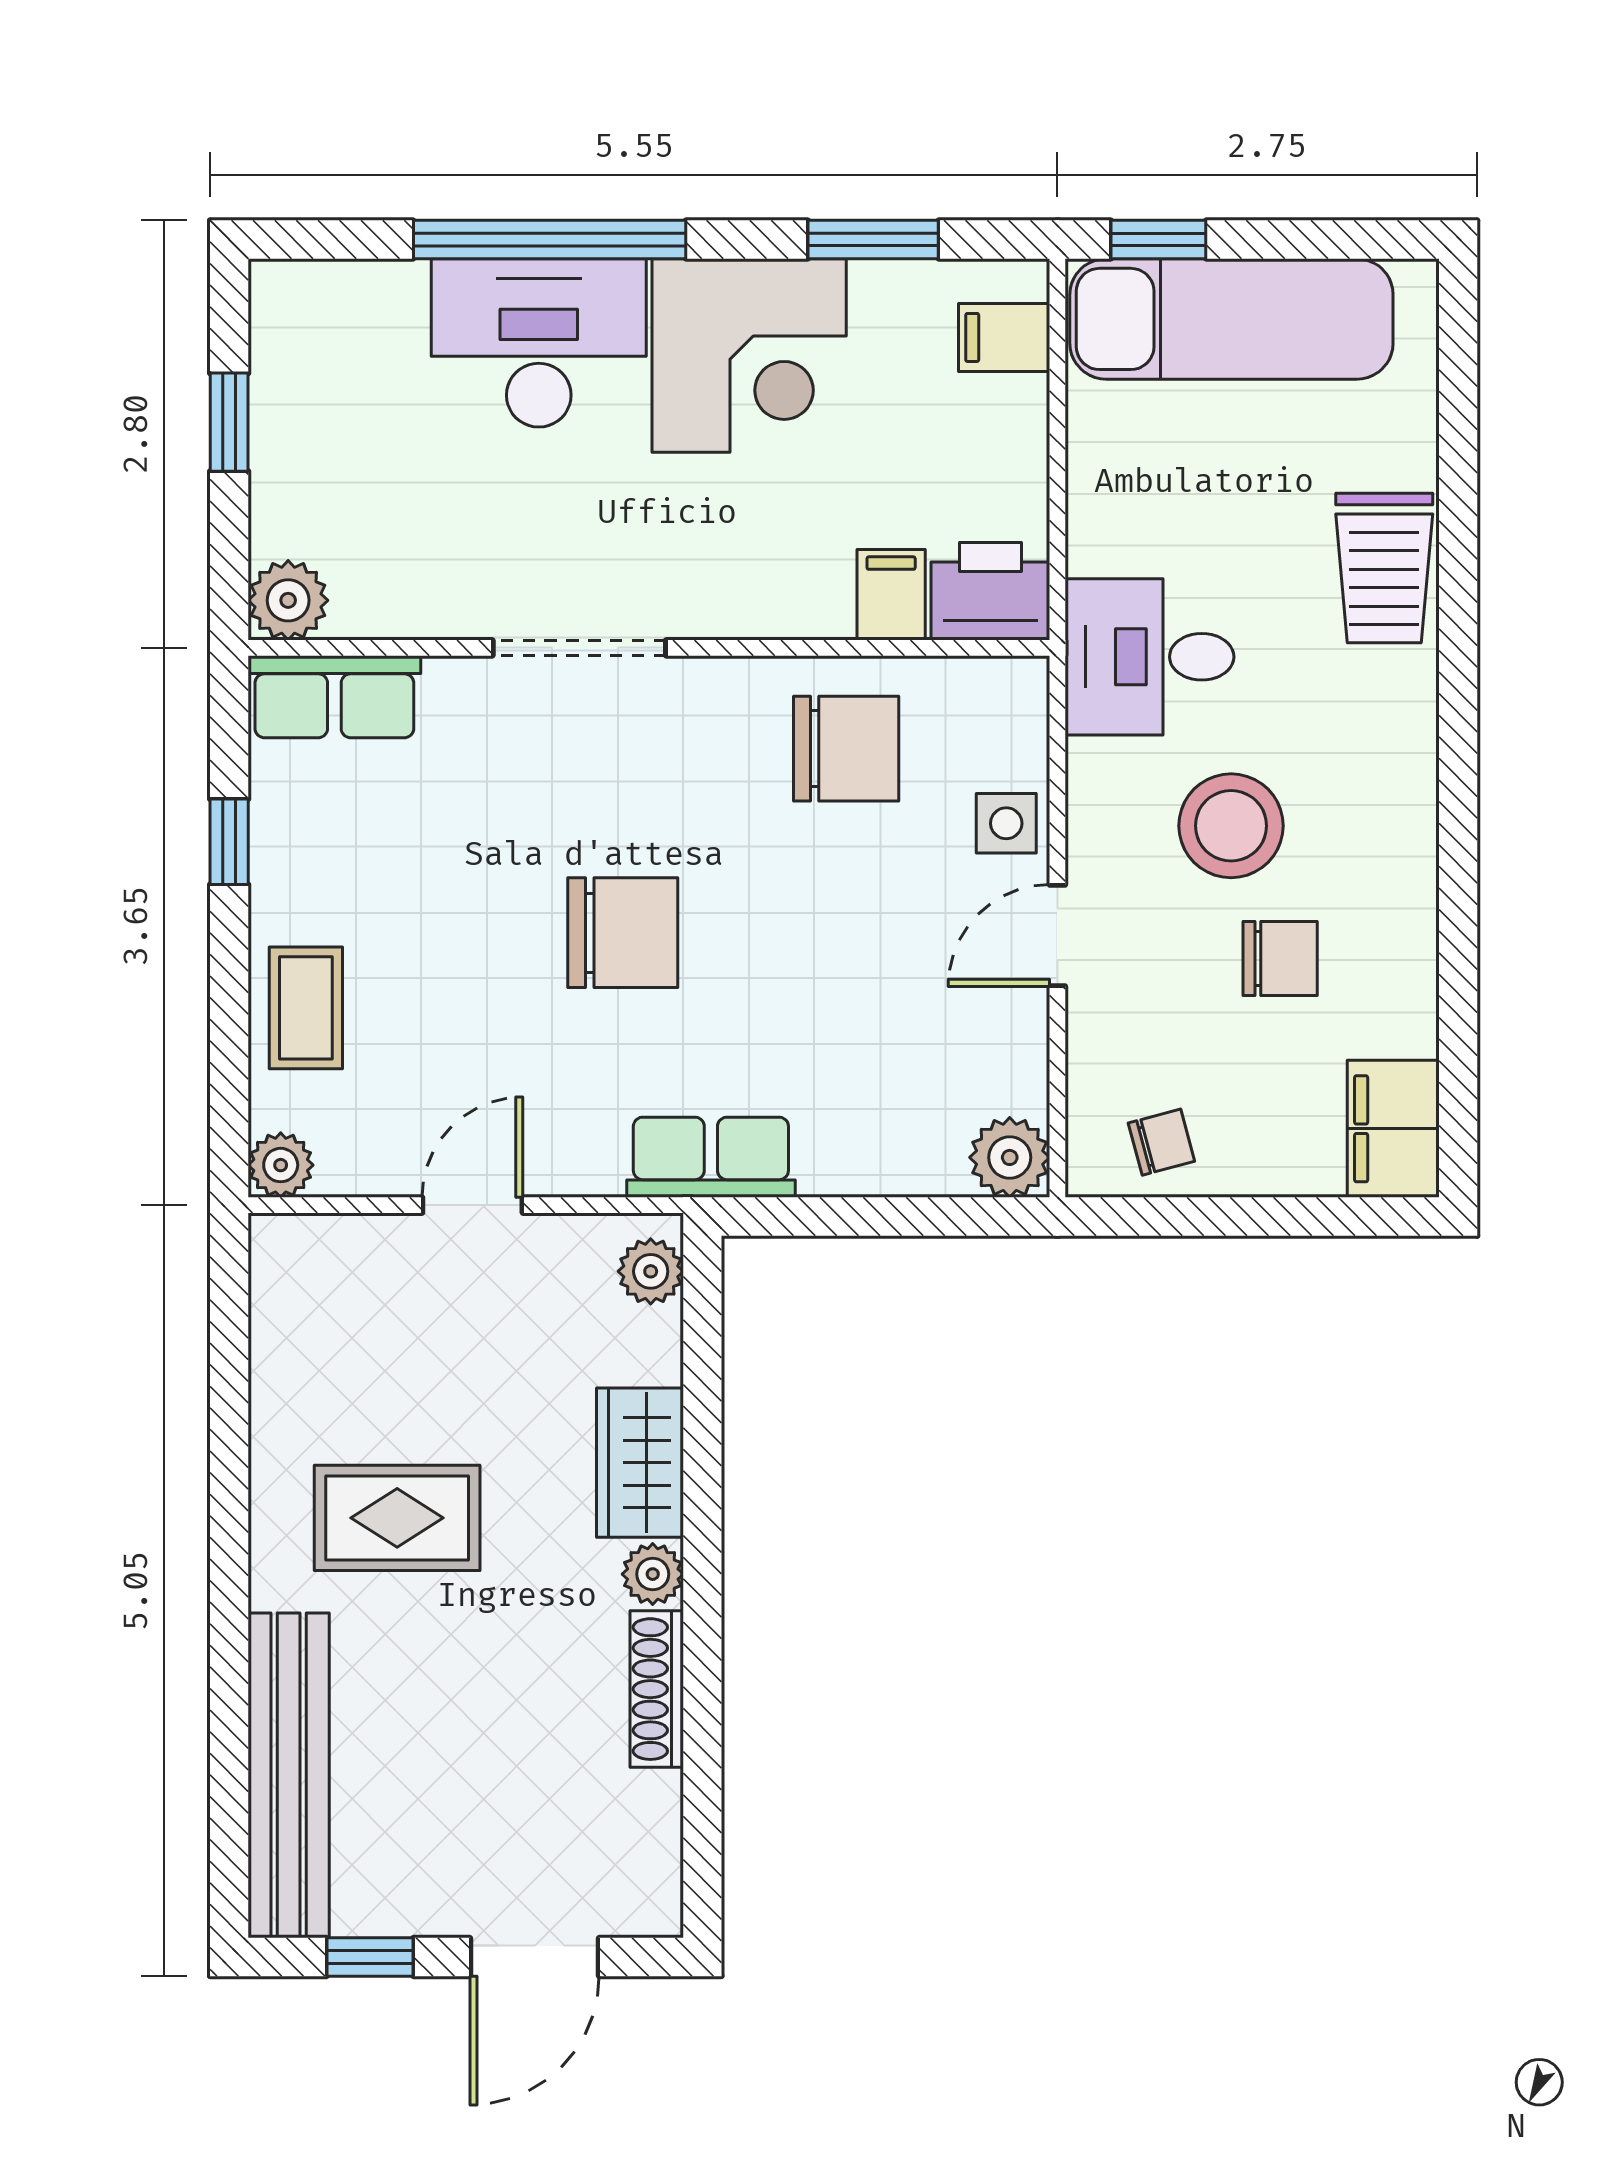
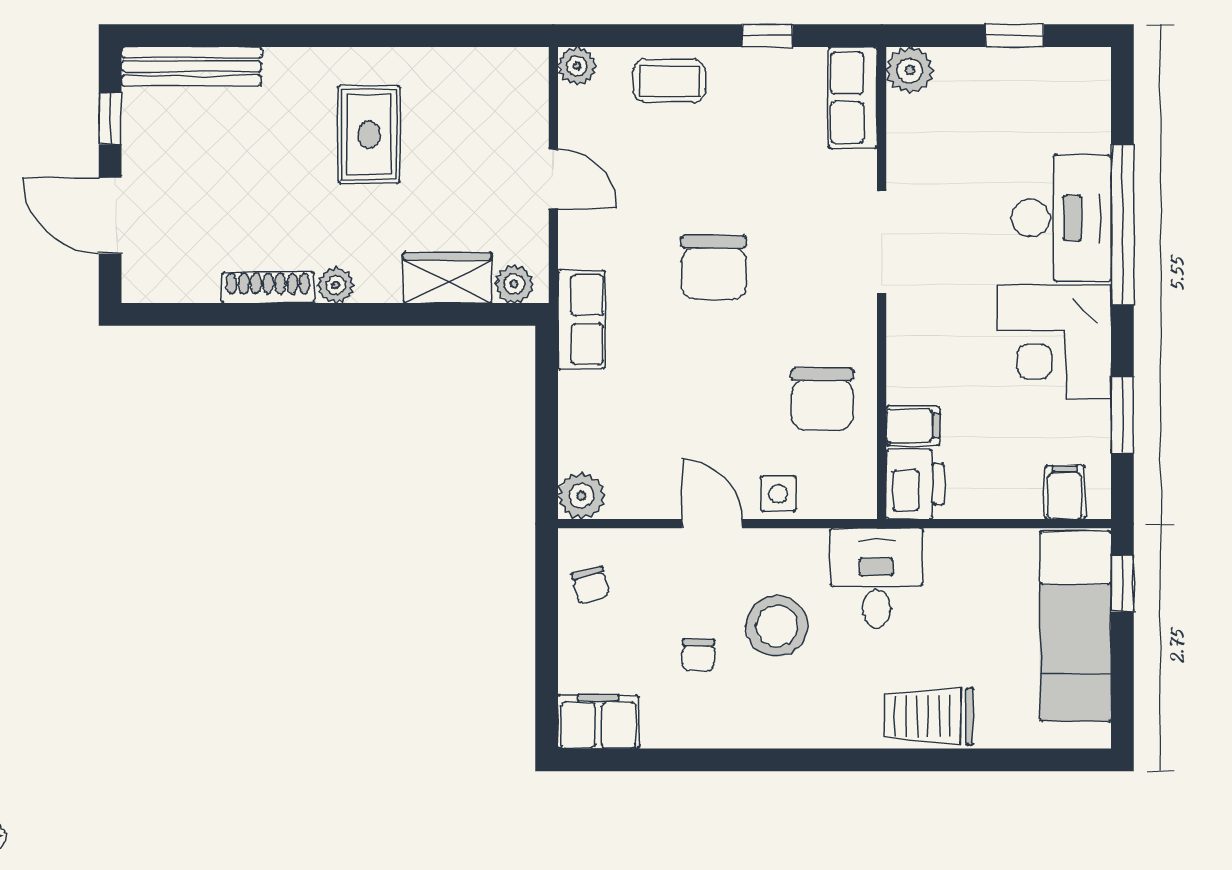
chair: (1280, 958) -> (699, 655), width x0.73, depth x0.73
wardrobe: (640, 1463) -> (447, 278), moved
bench: (289, 1775) -> (191, 66), width x0.73, depth x0.82

